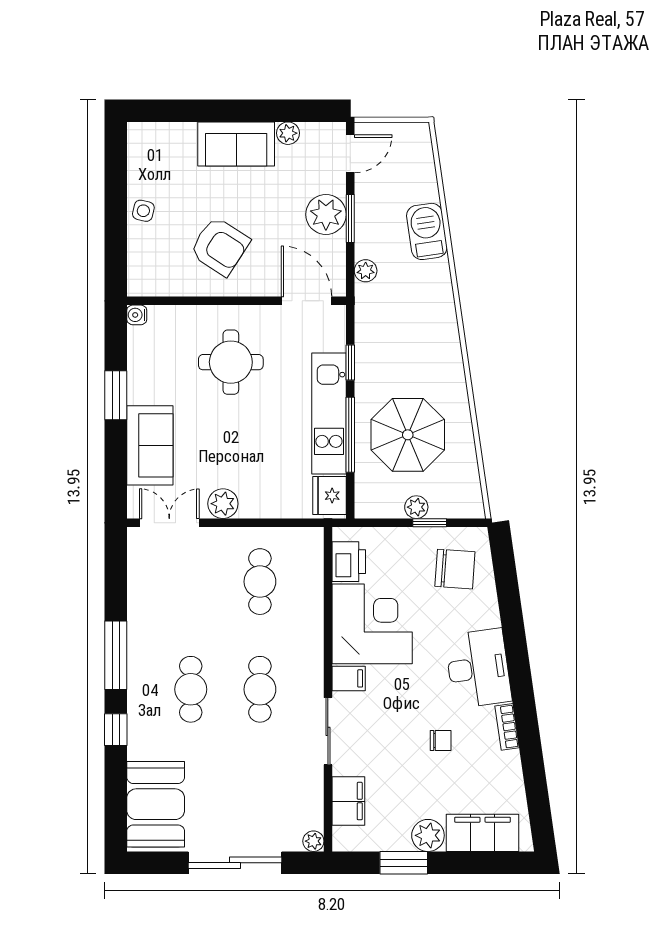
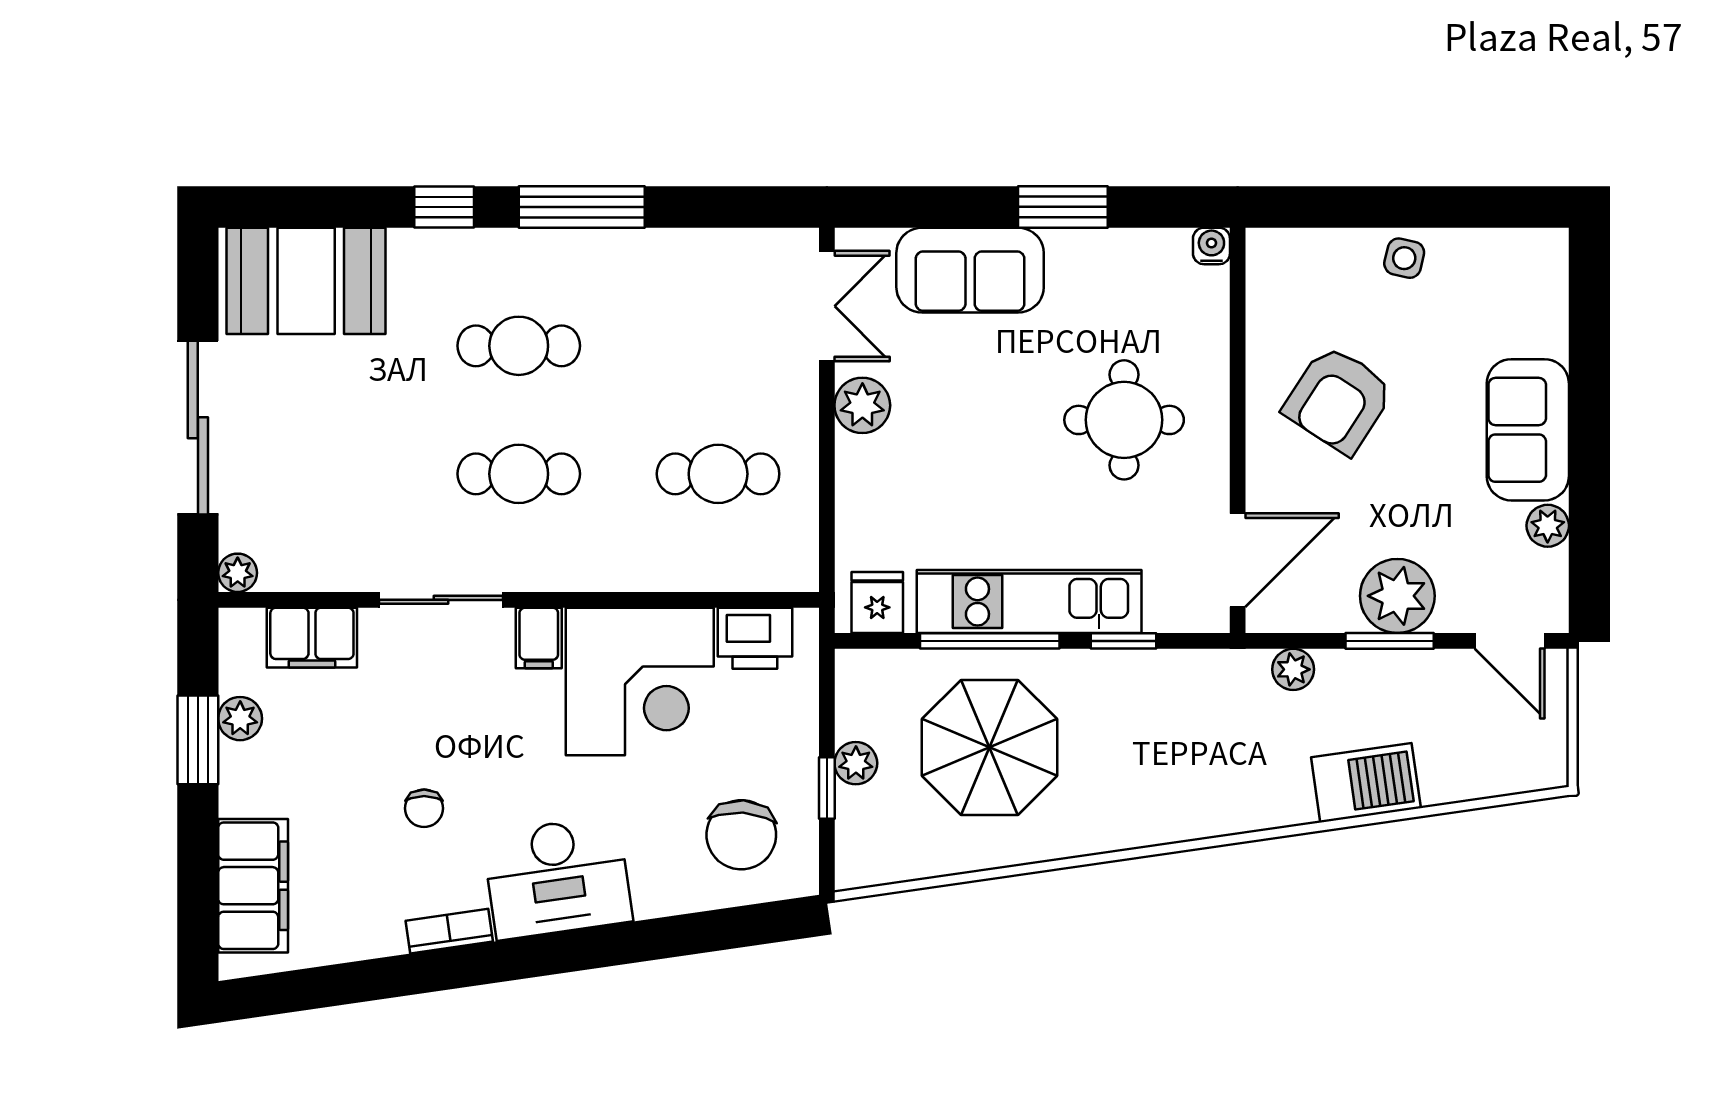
fridge: (329, 496) -> (877, 603), width x0.72
plant: (428, 835) -> (240, 719), moved, width x0.73, depth x0.73

